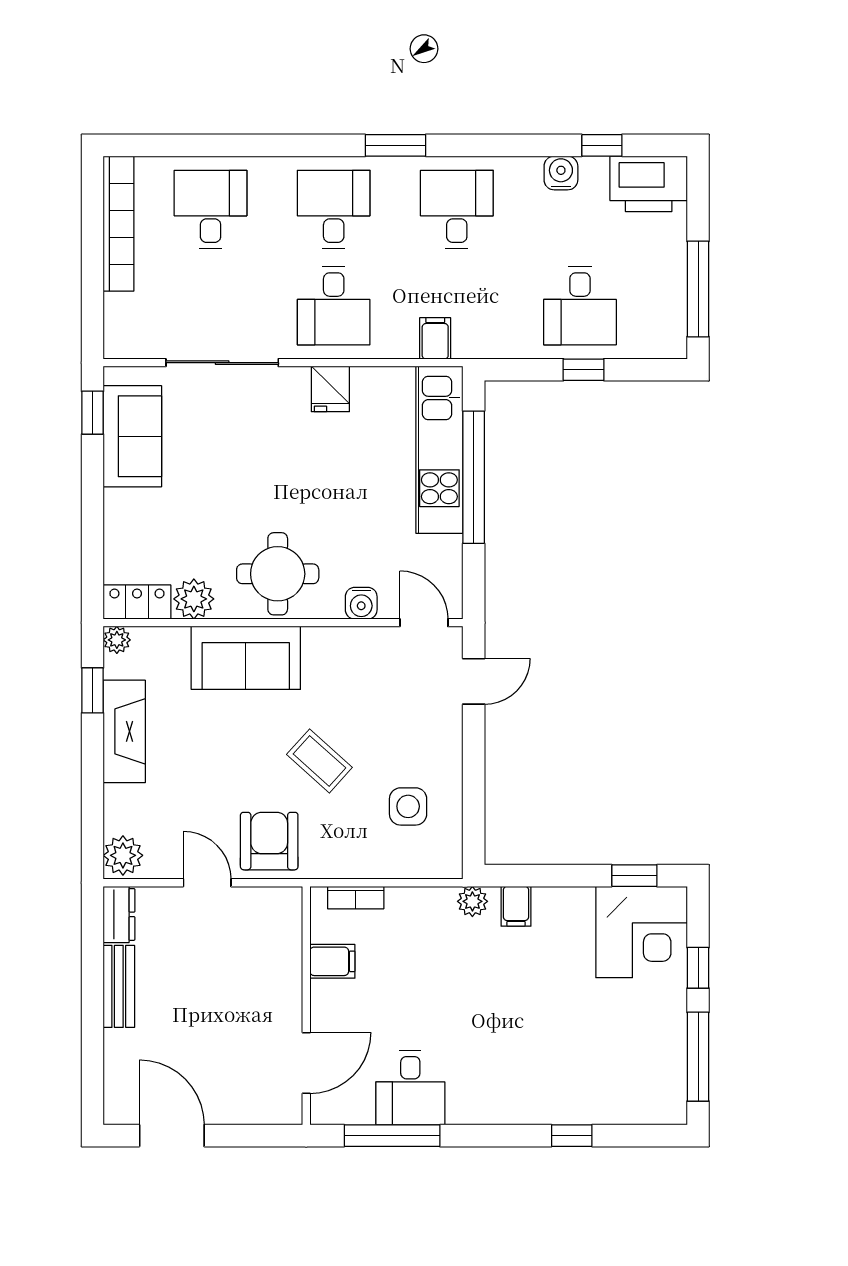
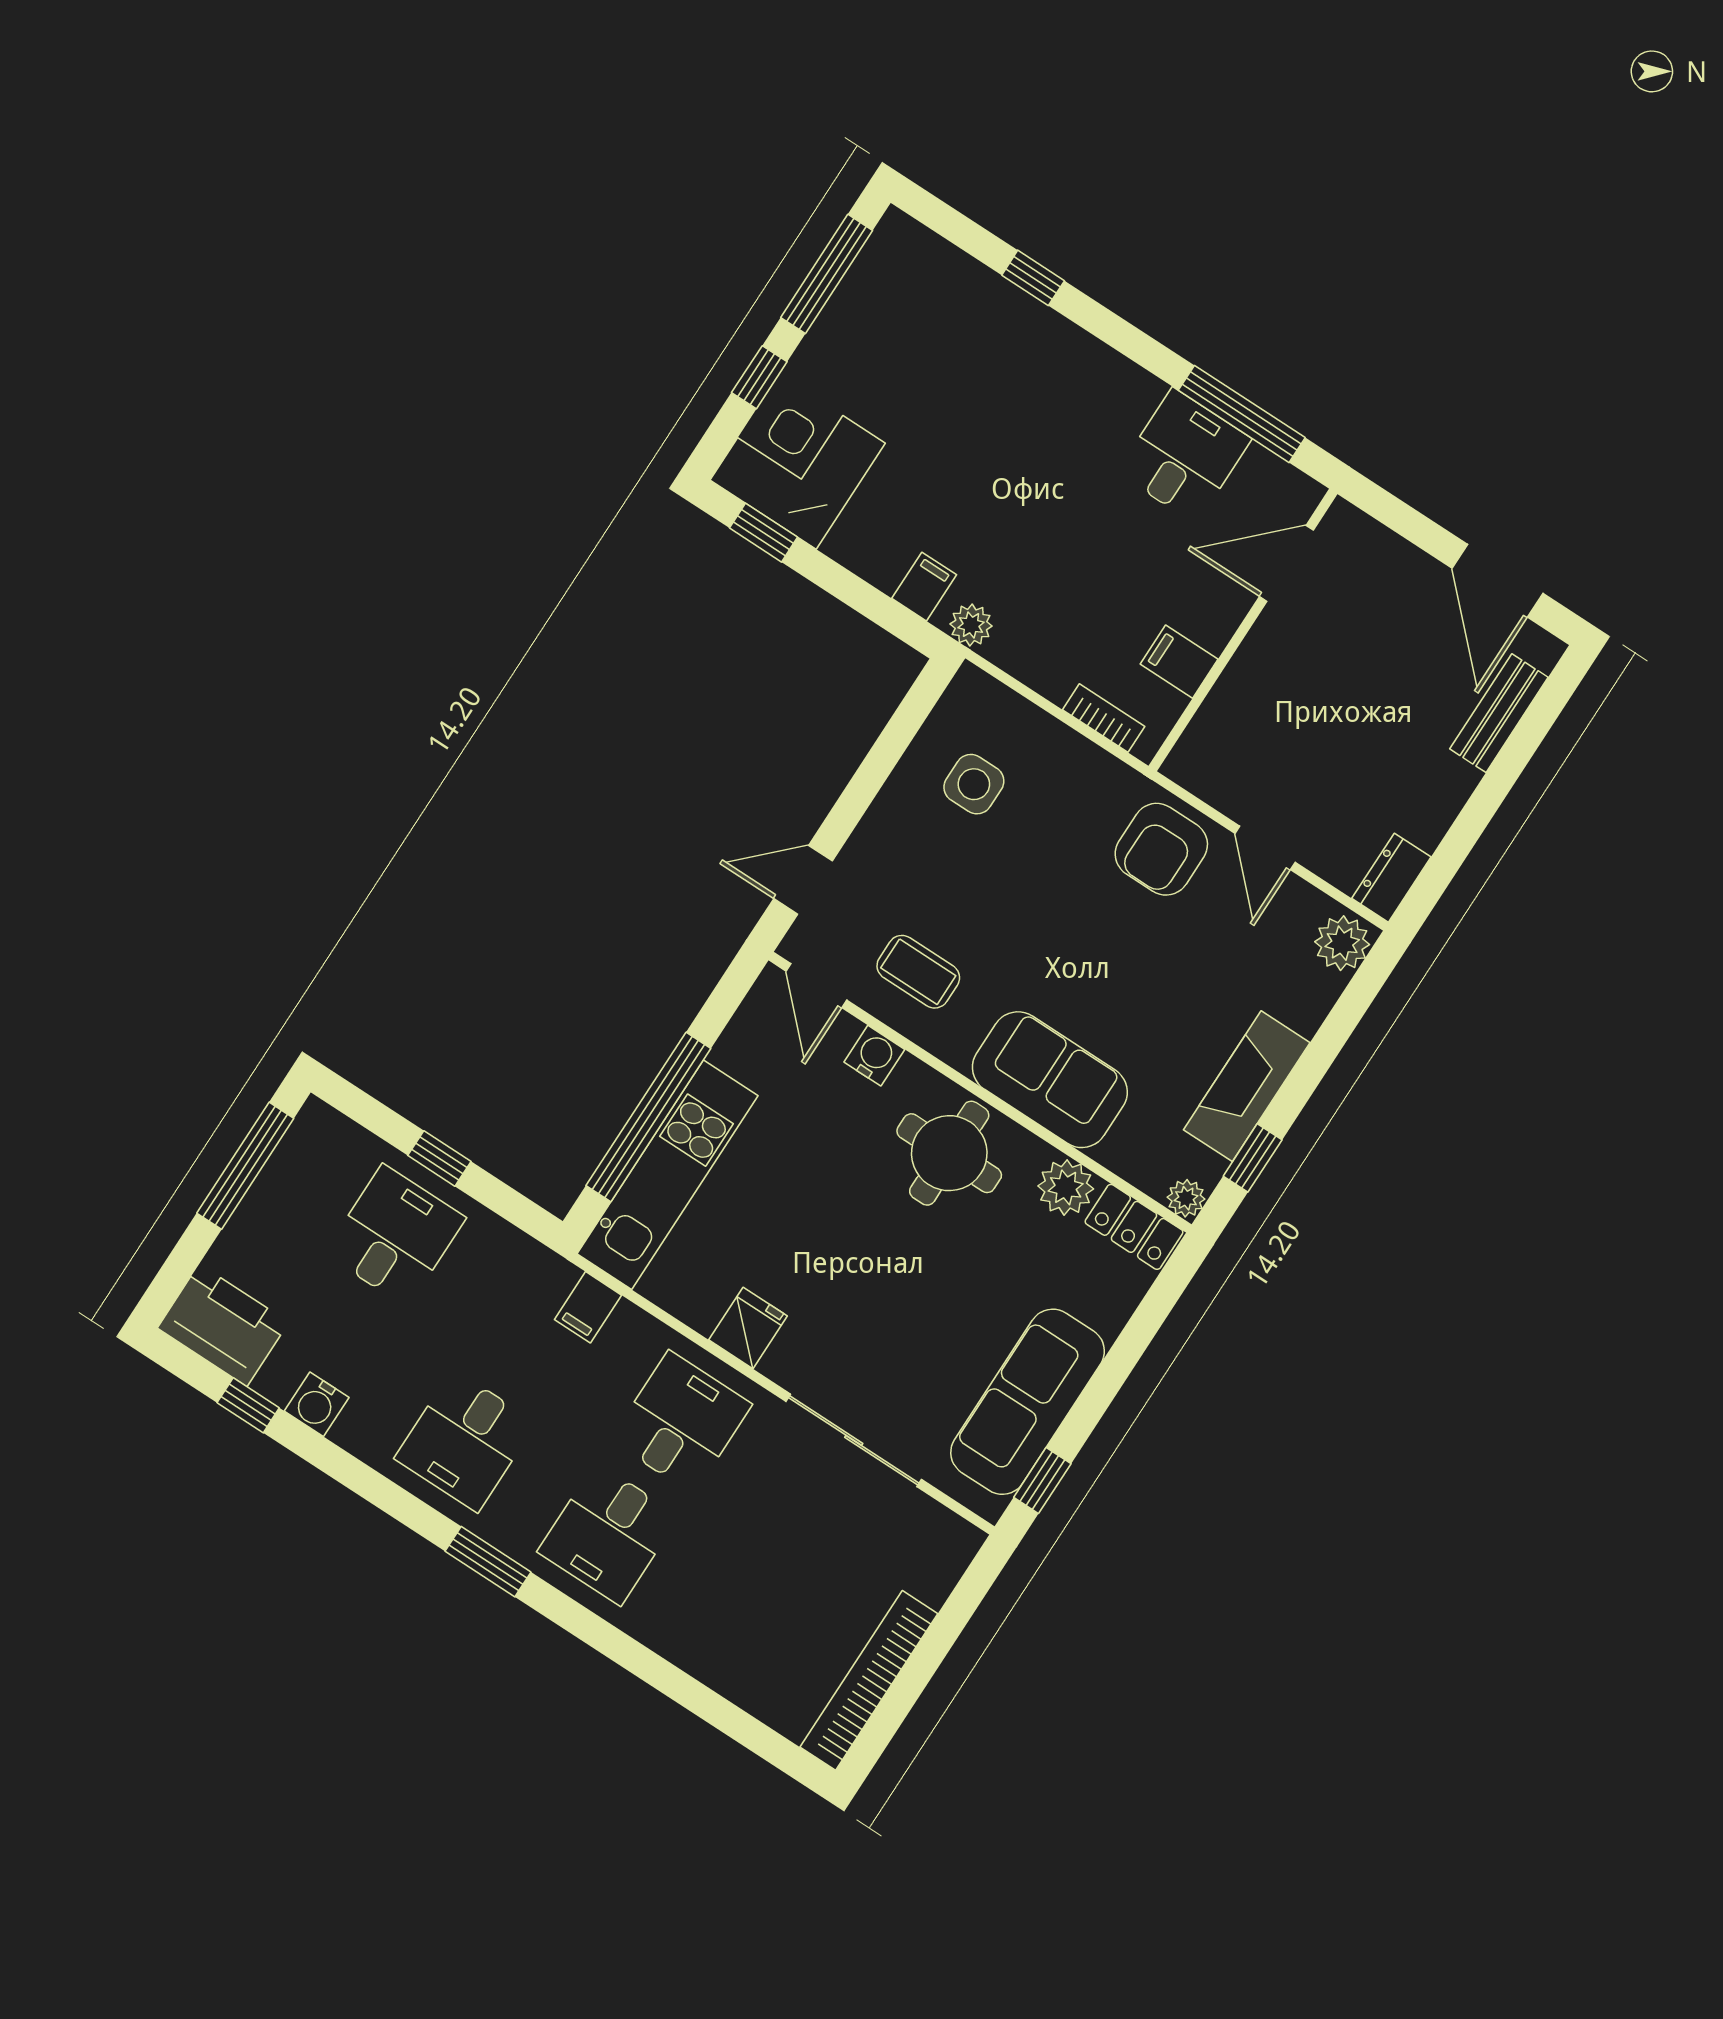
desk: (211, 209) -> (751, 1627), removed
sofa: (132, 436) -> (1028, 1402), width x1.36
coffee table: (319, 761) -> (918, 972), moved, turned -42
bench: (119, 986) -> (1499, 713), moved

